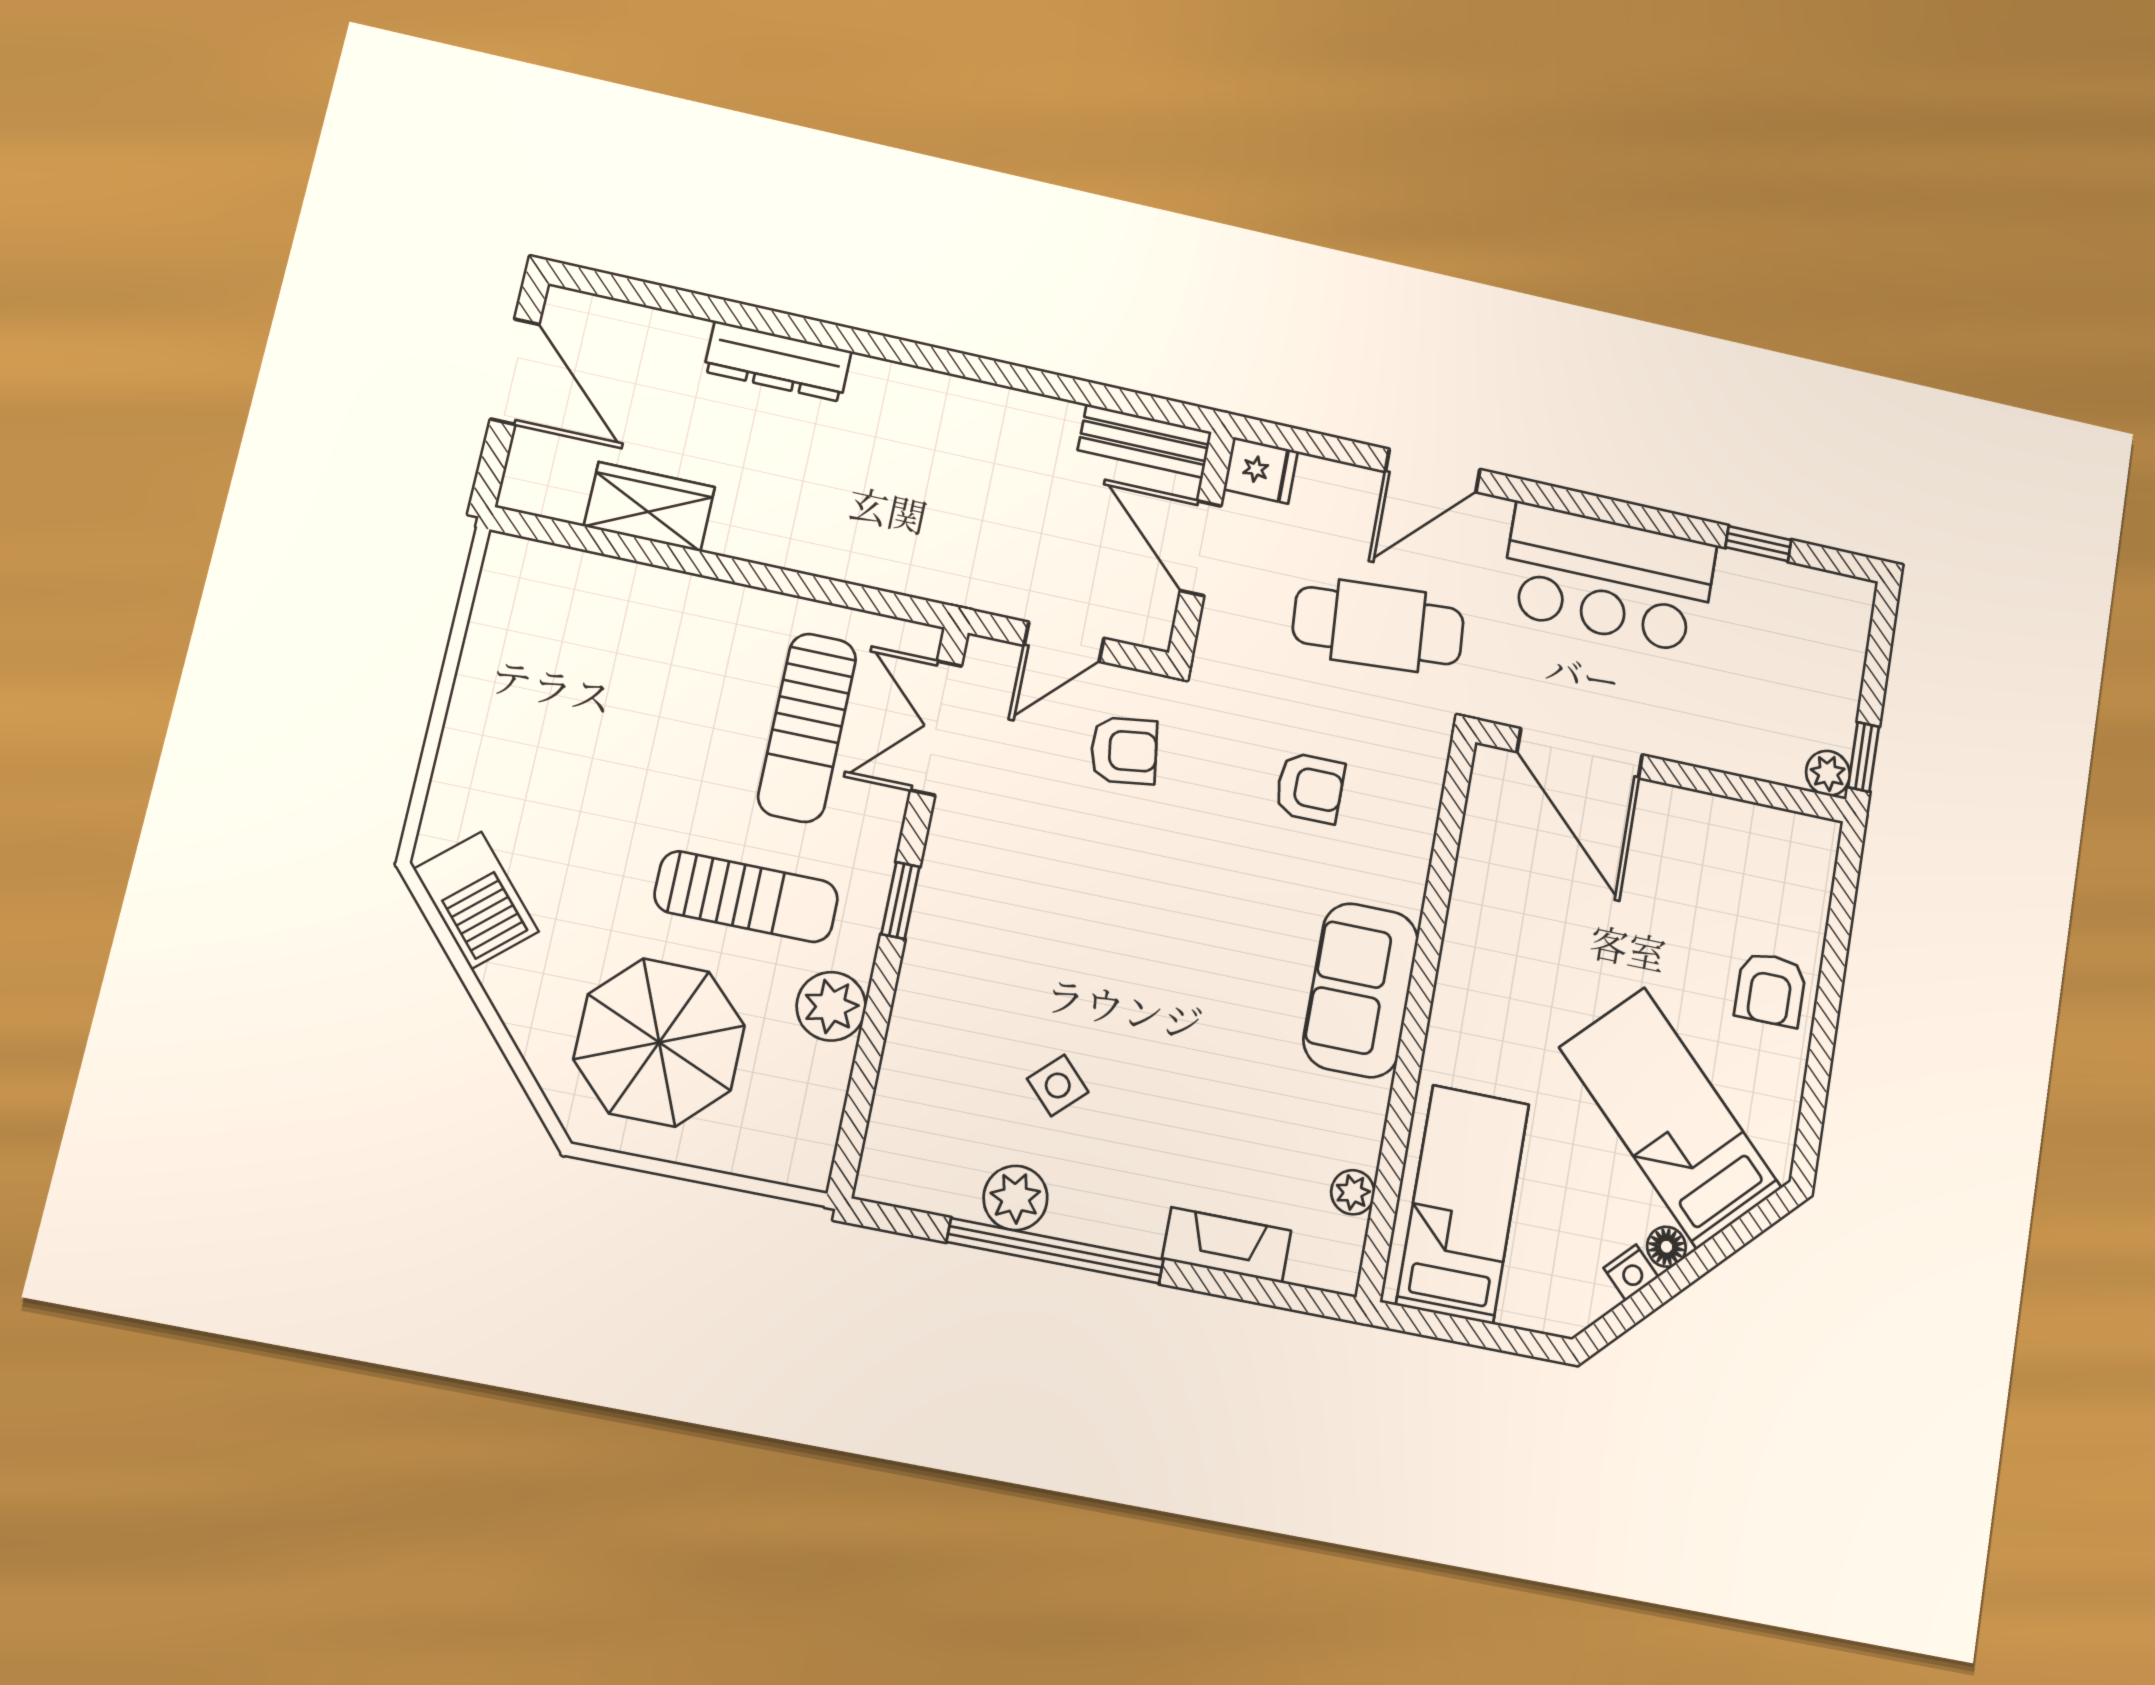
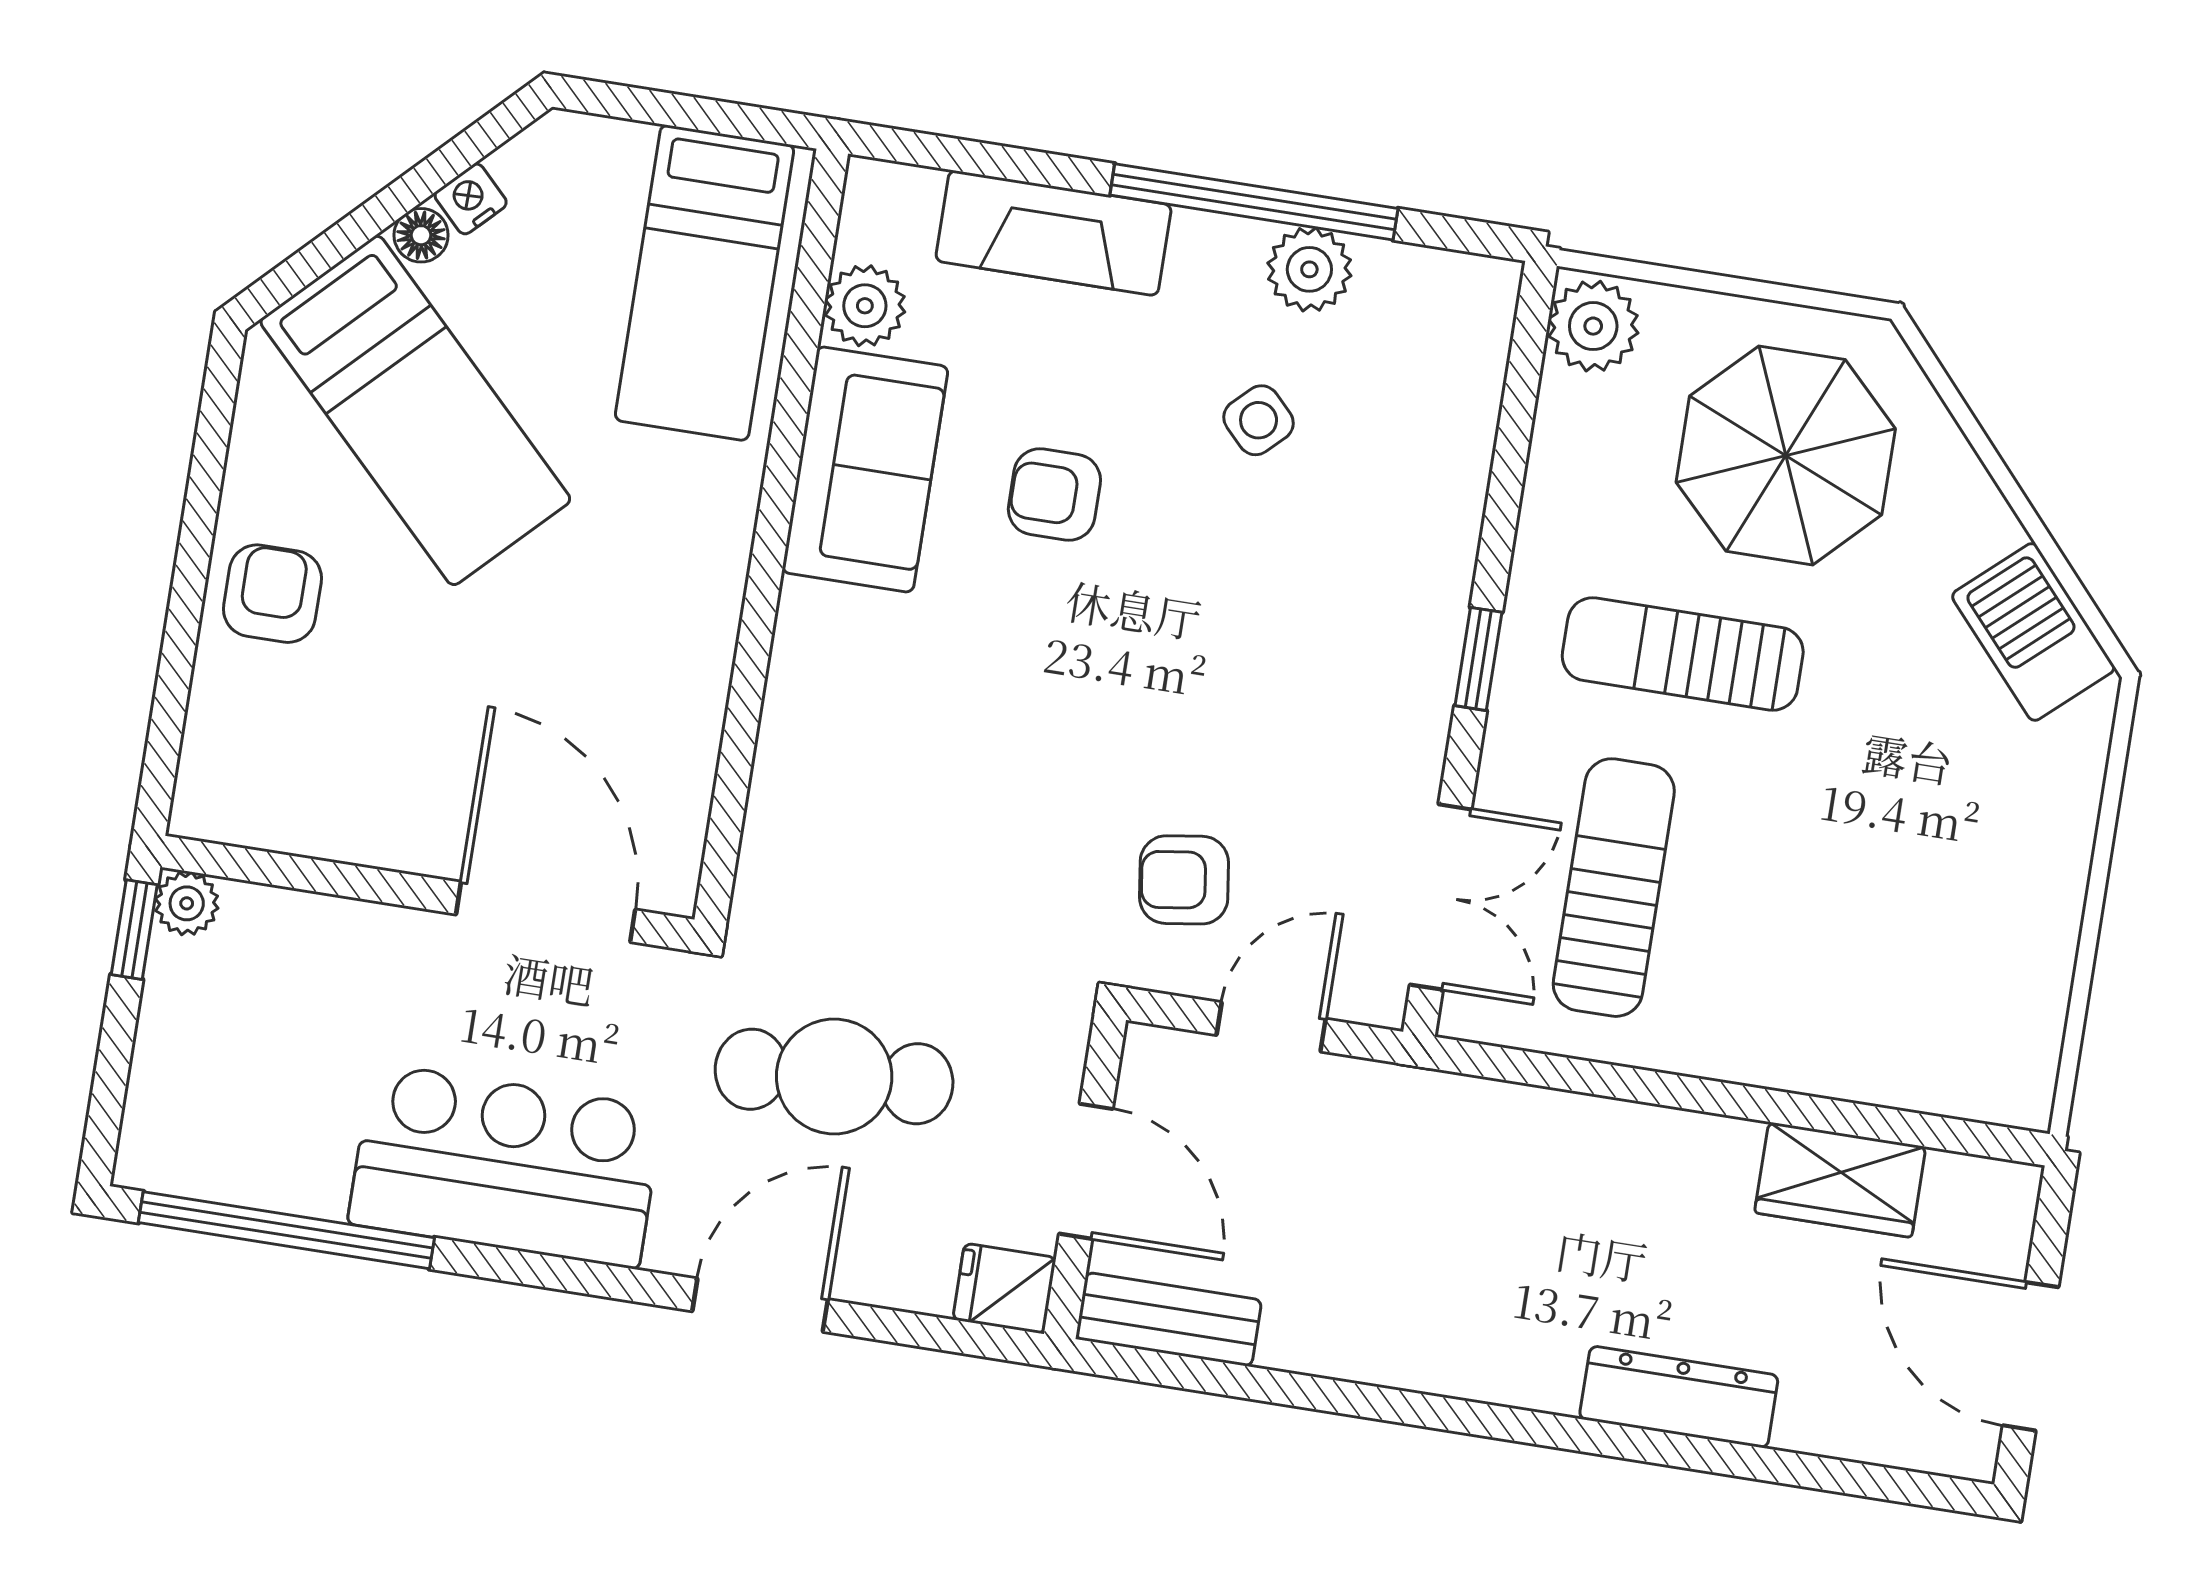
window: (1758, 544) -> (286, 1230), width x3.17
armchair: (1310, 788) -> (1054, 494), moved
sofa: (1361, 990) -> (865, 469), moved
plant: (831, 1006) -> (1593, 326), moved
plant: (1353, 1192) -> (865, 306), width x1.38, depth x1.38
fireplace: (1227, 1245) -> (1054, 233), width x1.37, depth x1.32

